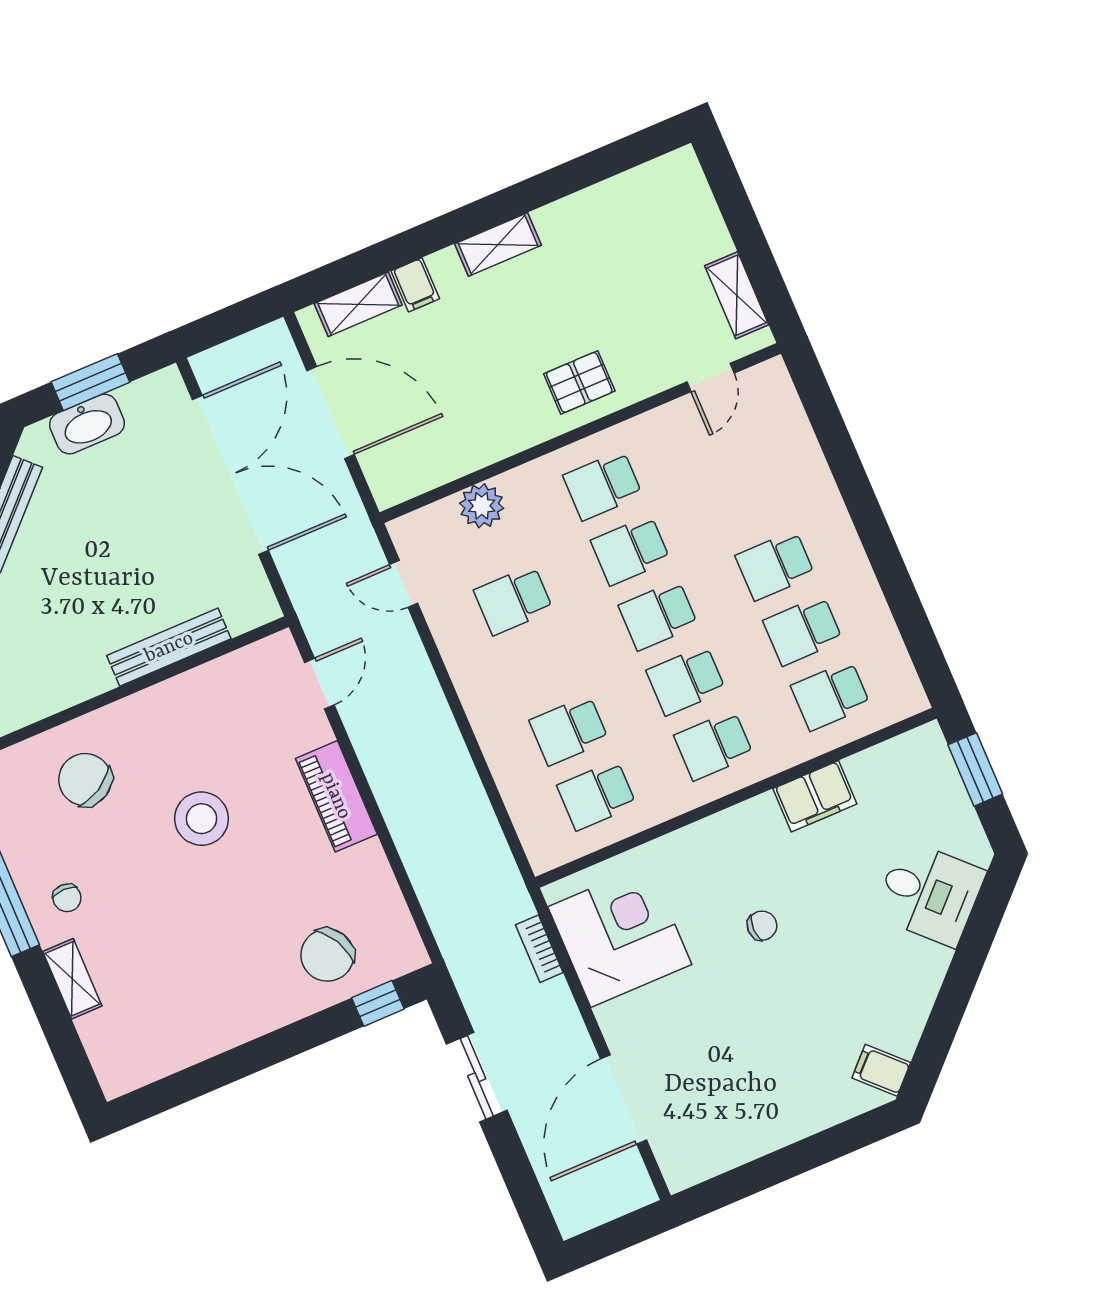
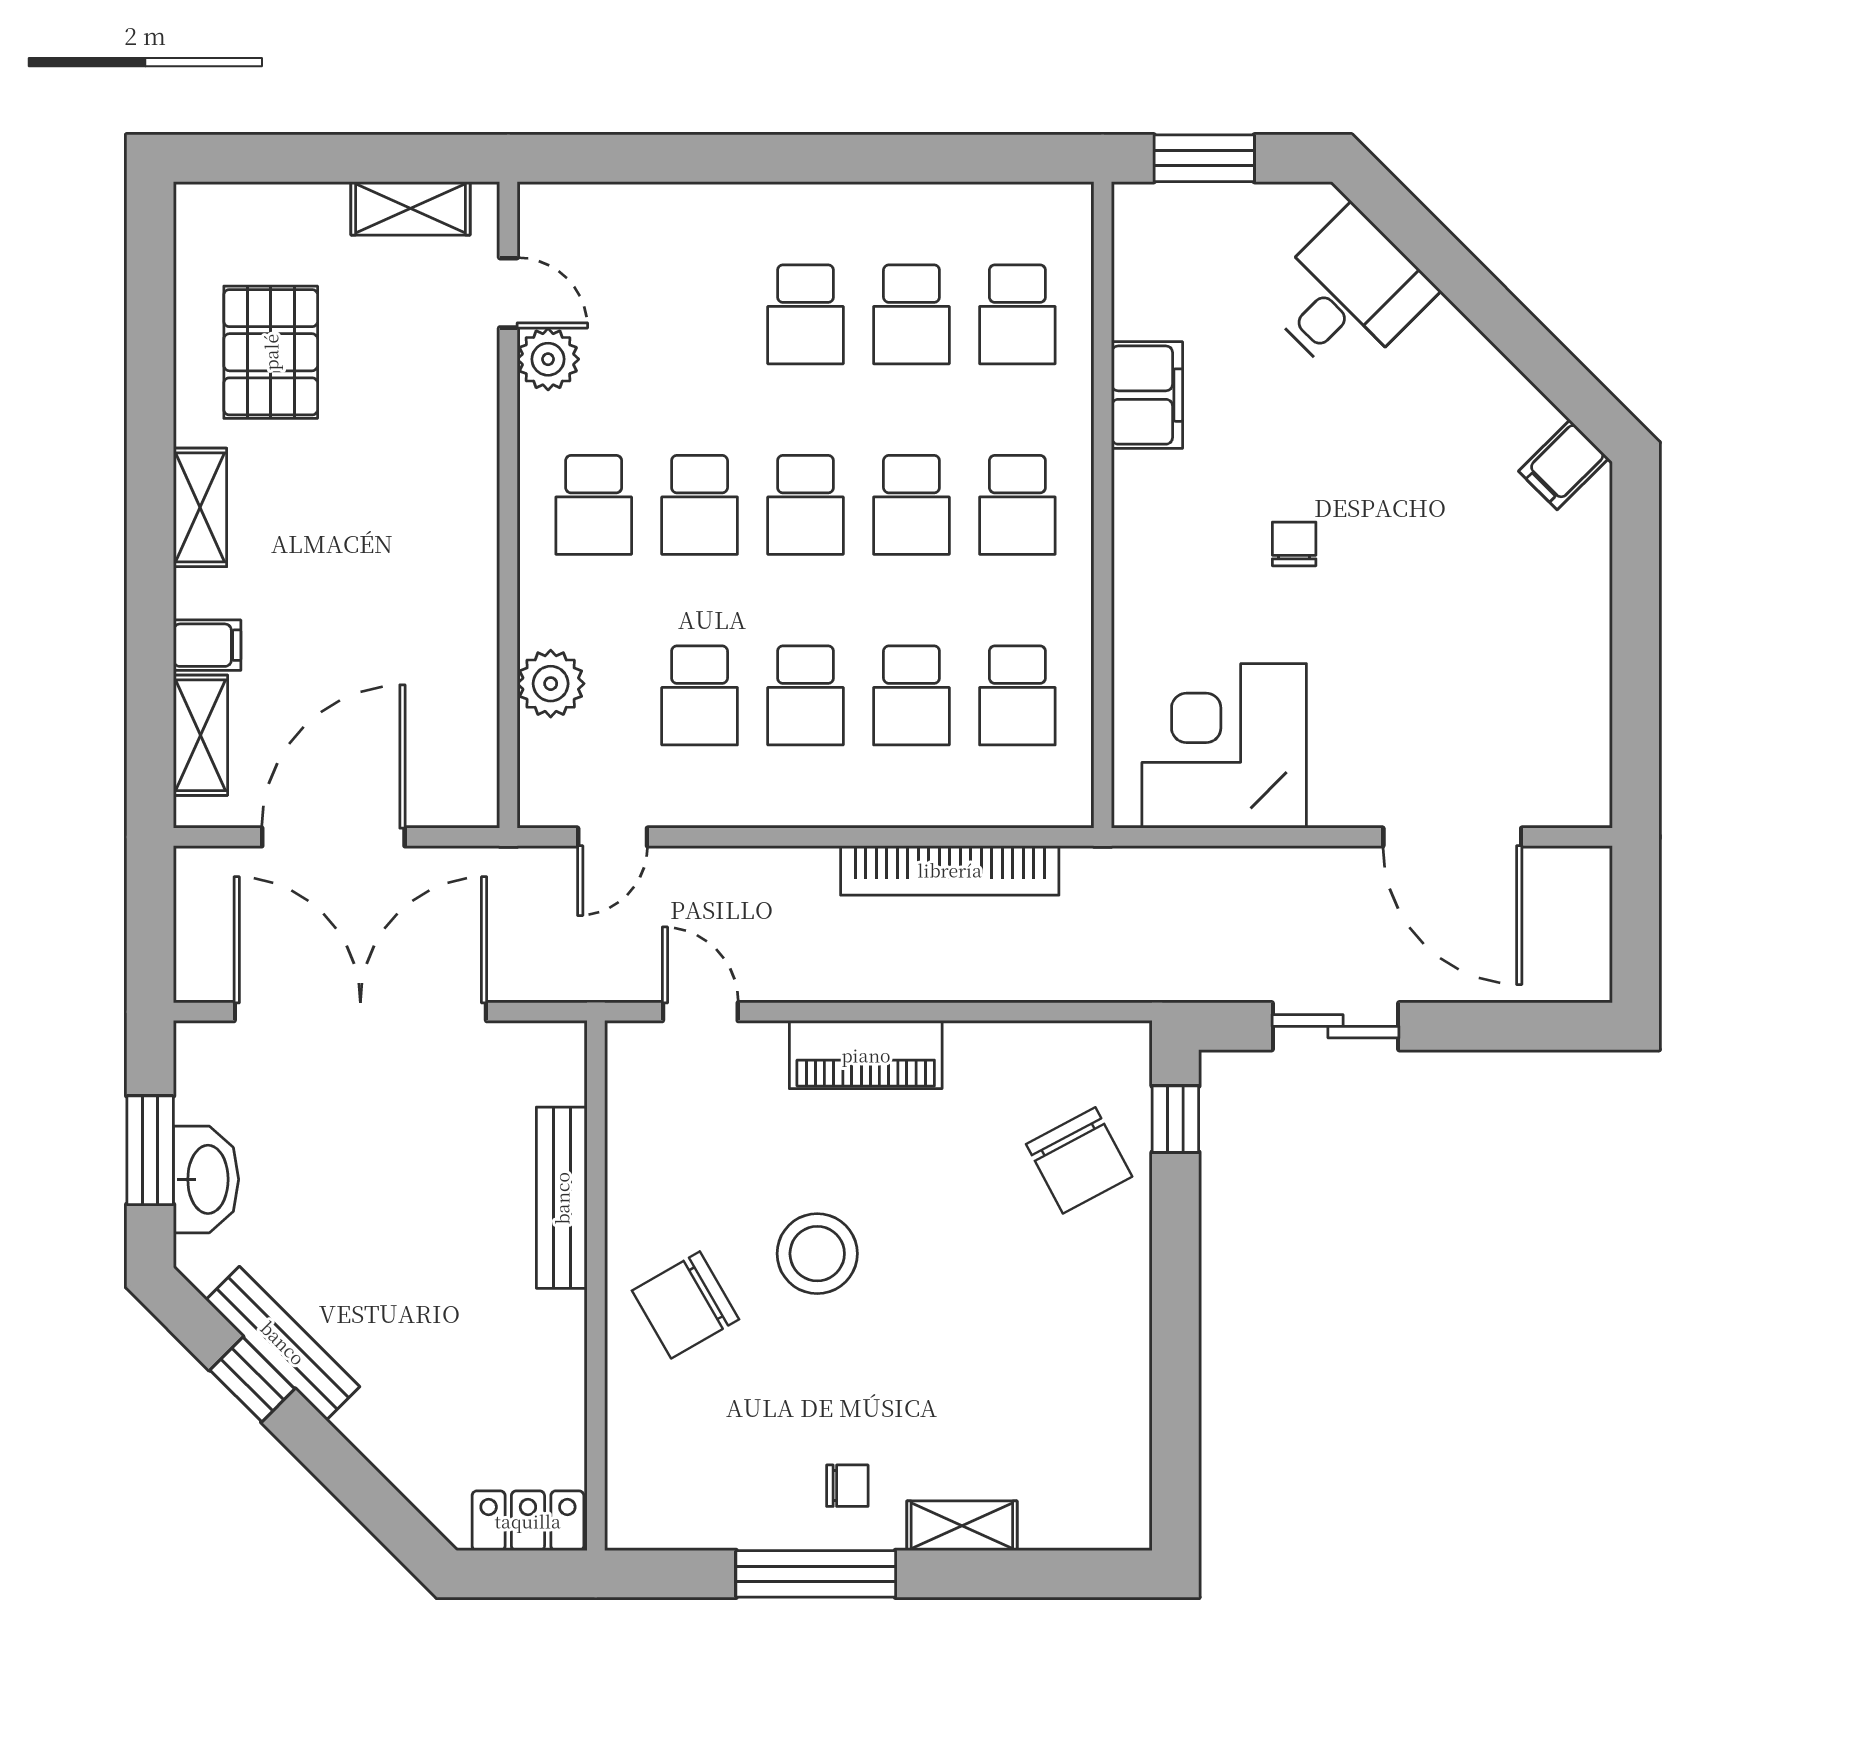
pallet: (579, 382) -> (271, 352), moved, width x1.50, depth x1.42
plant: (680, 419) -> (548, 359), added
school desk: (541, 665) -> (806, 695), added
chair: (85, 780) -> (685, 1305), moved
bookcase: (539, 949) -> (950, 870), moved, width x2.31, depth x1.31

